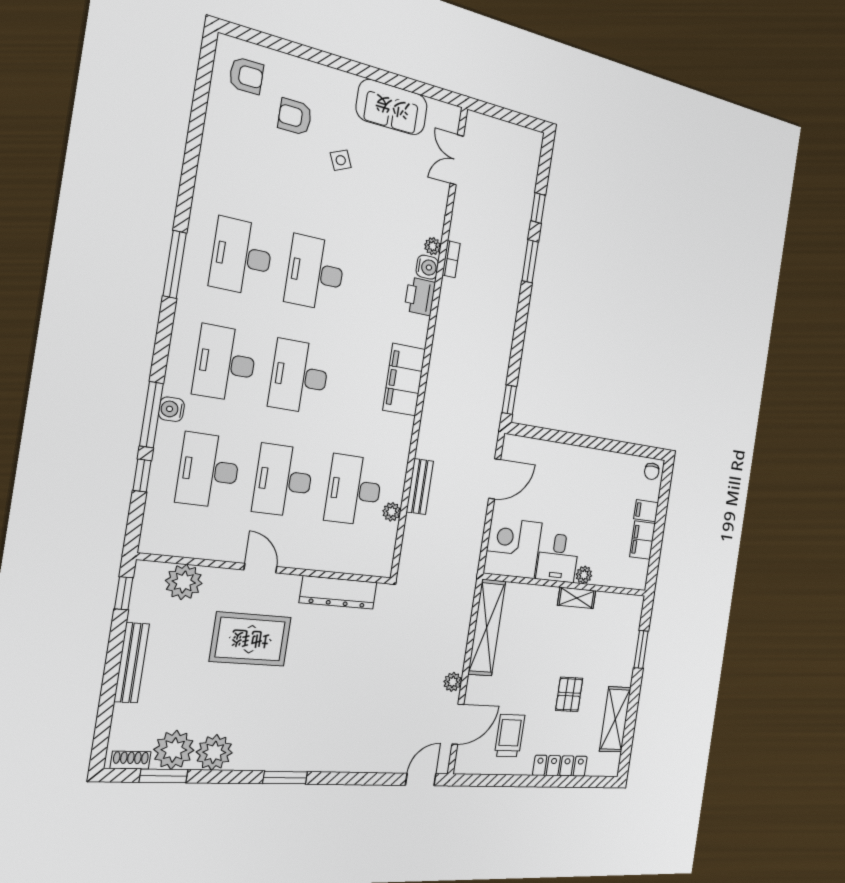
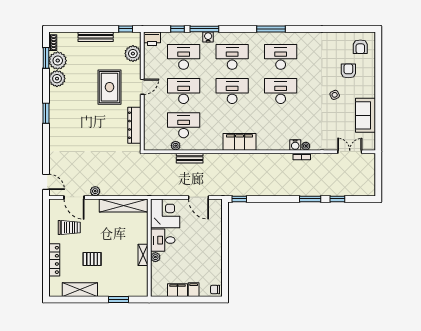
printer: (420, 296) -> (152, 39), moved, turned 180

